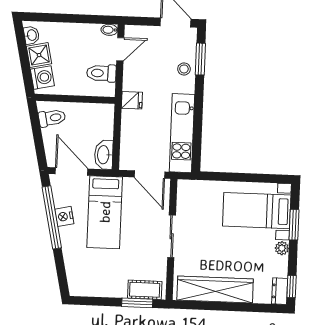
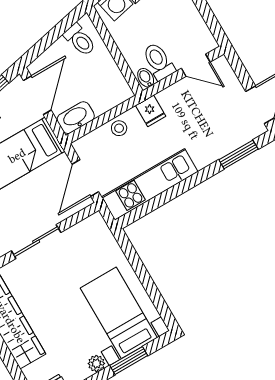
bidet: (109, 30) -> (146, 78), moved
stool: (184, 69) -> (119, 128), moved

